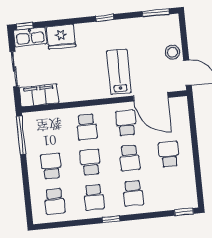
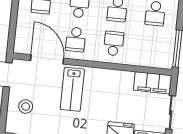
stool: (173, 52) -> (26, 107), moved

